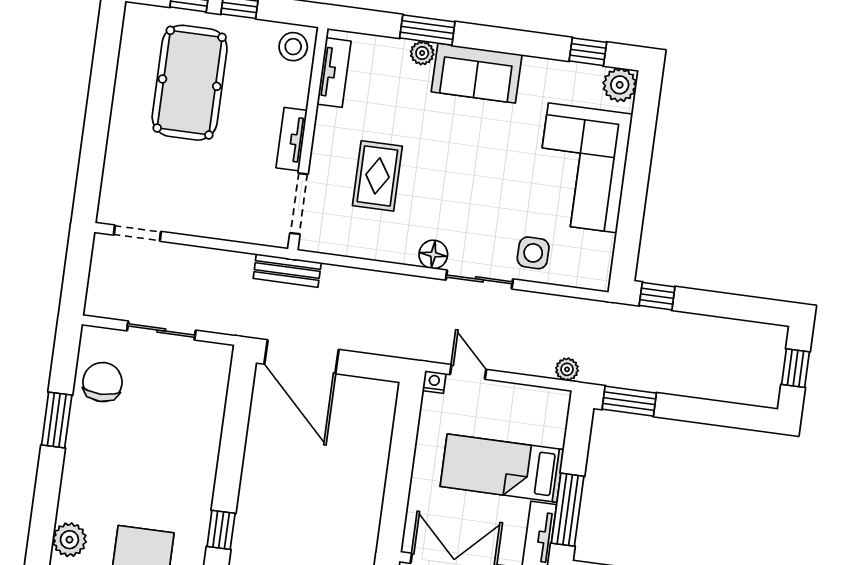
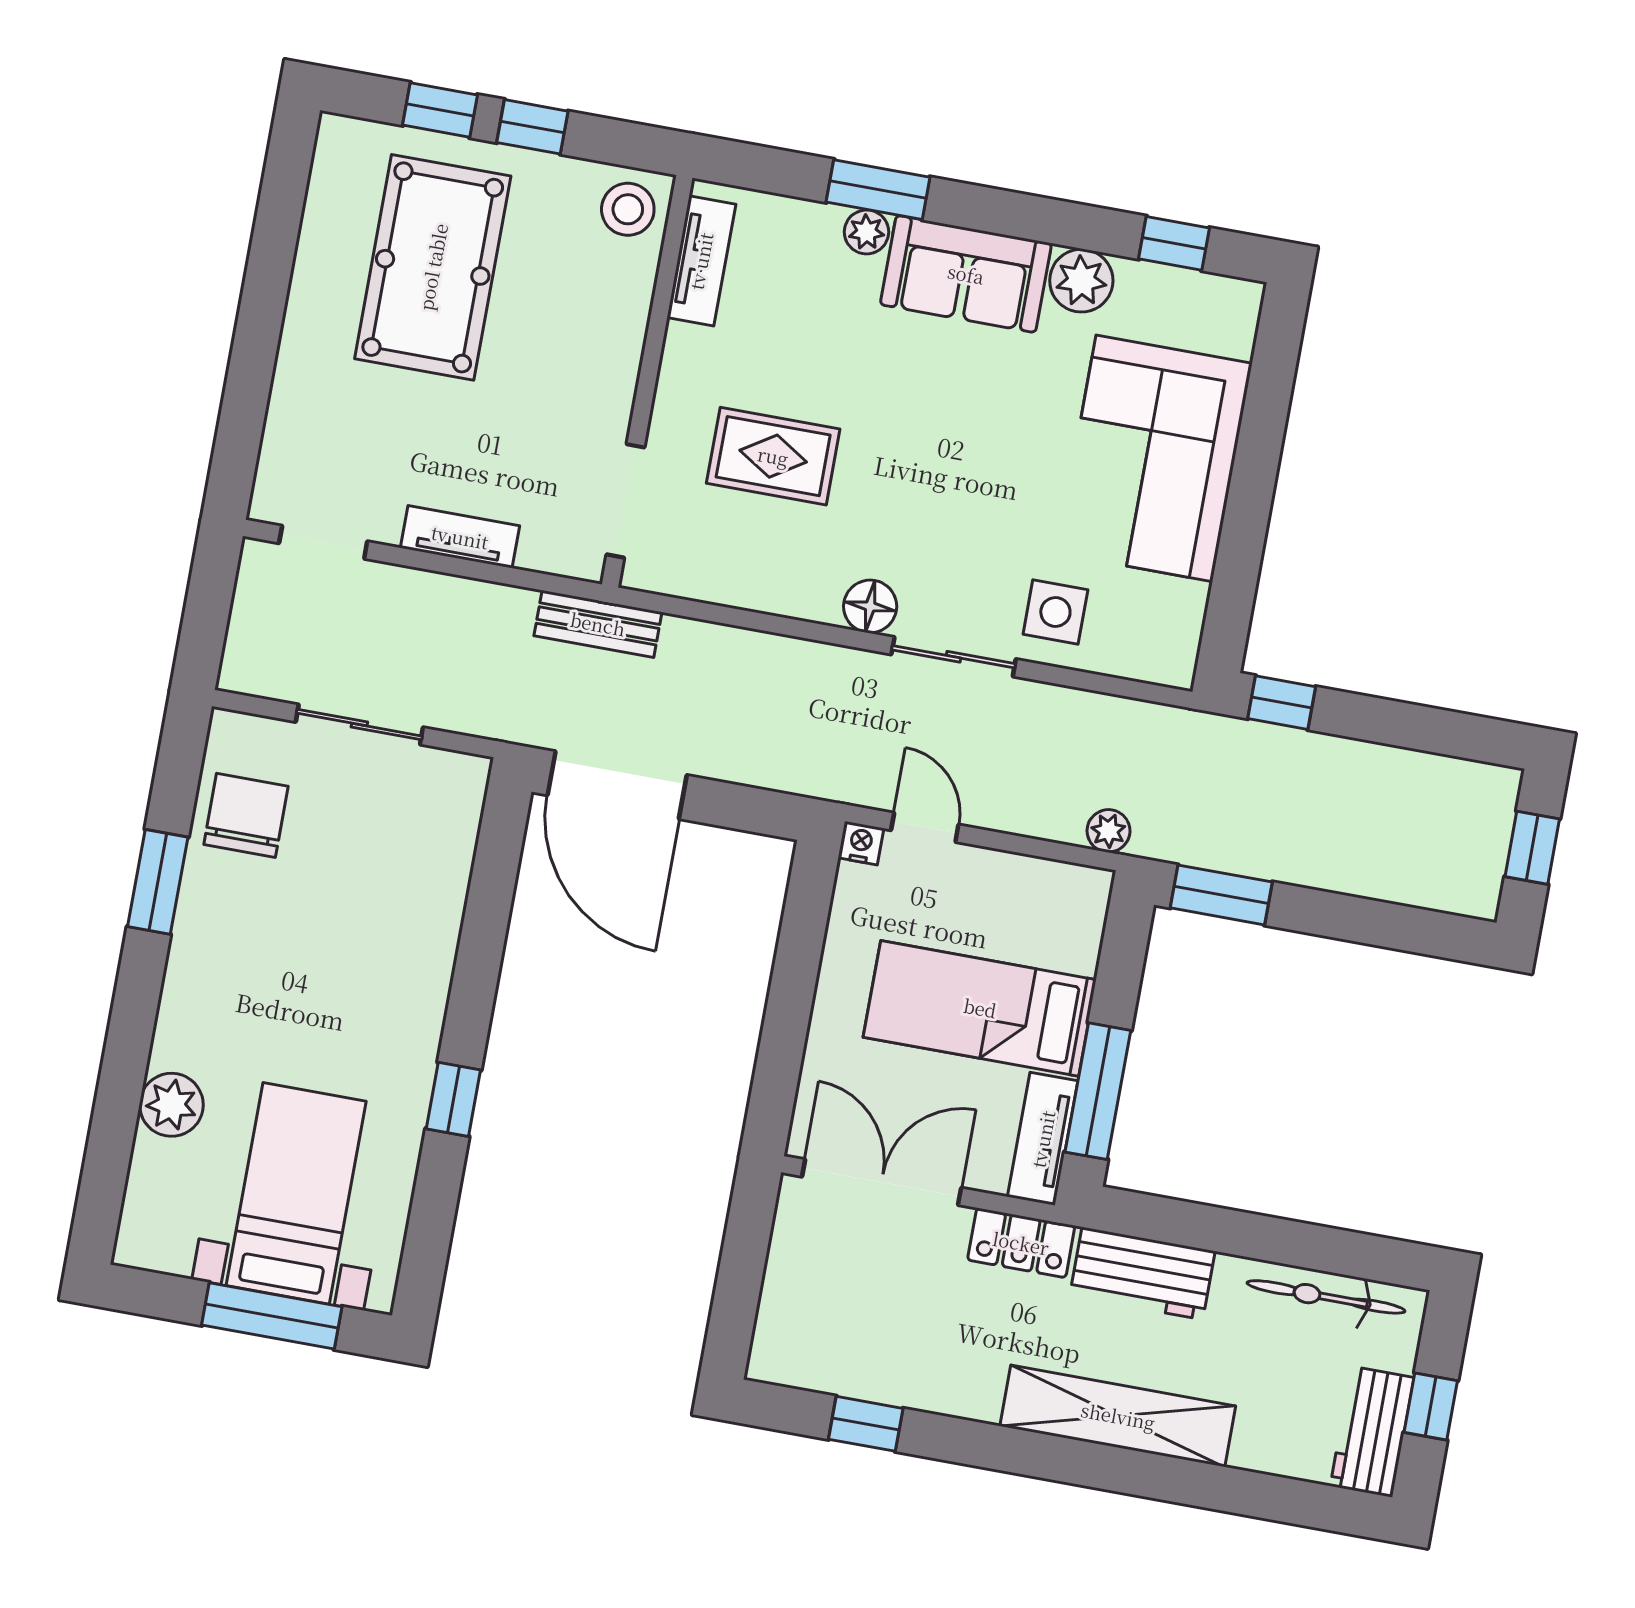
plant: (620, 85) -> (1081, 281), moved
tv unit: (292, 139) -> (460, 537), moved, turned 90
rug: (377, 176) -> (773, 456), turned 90

